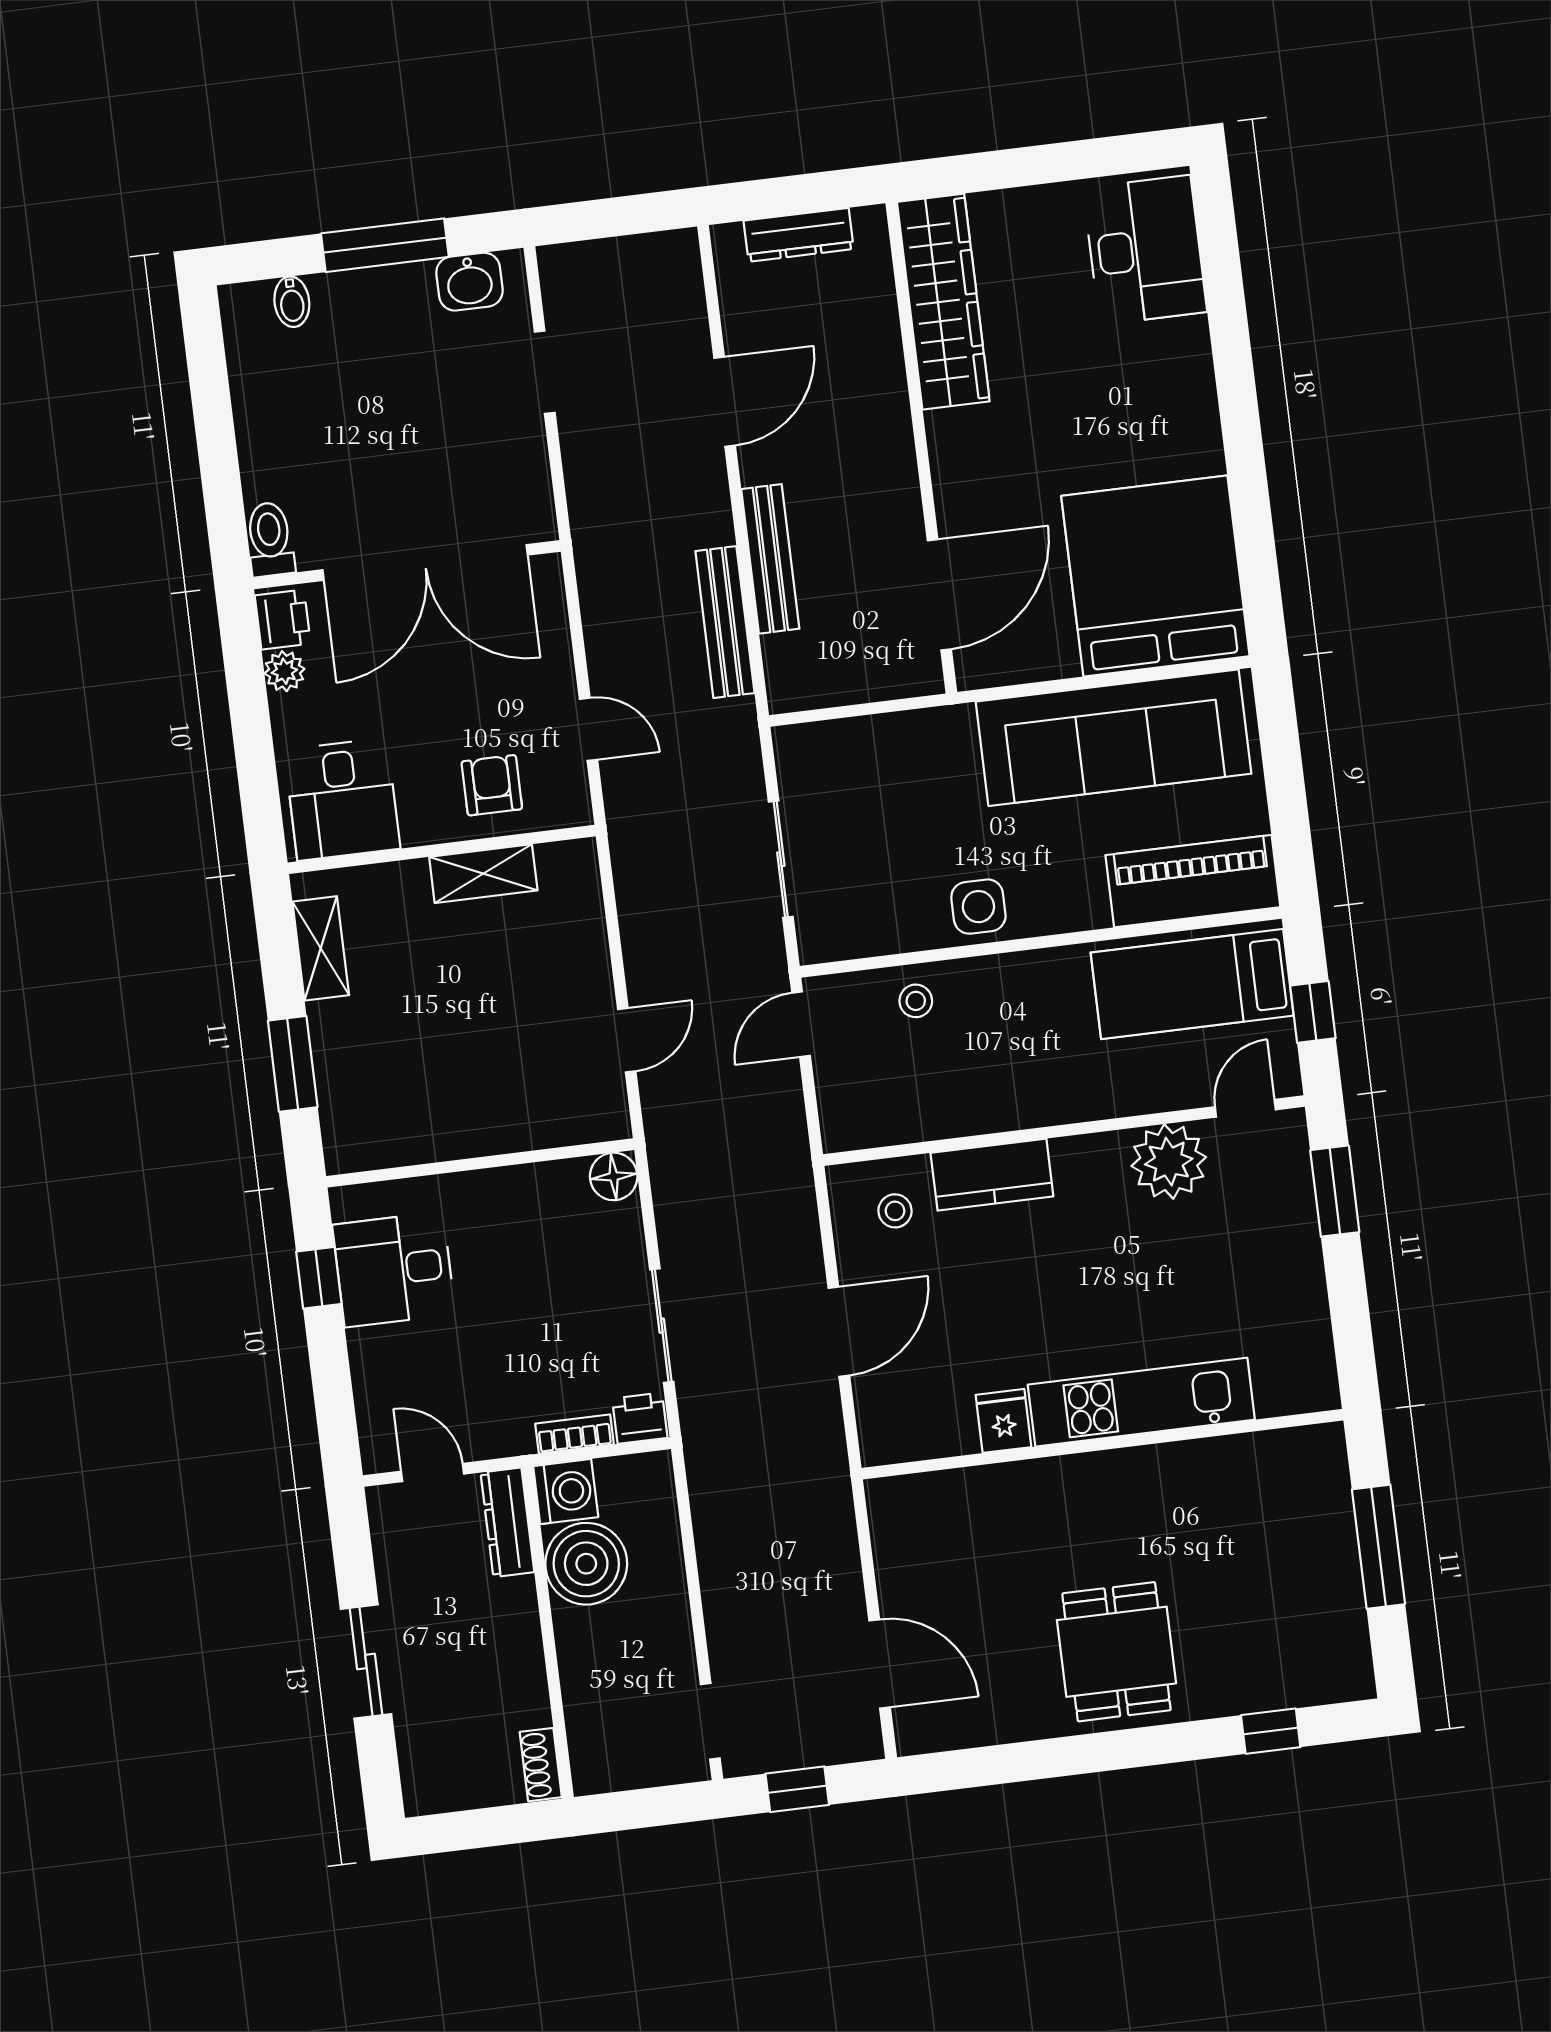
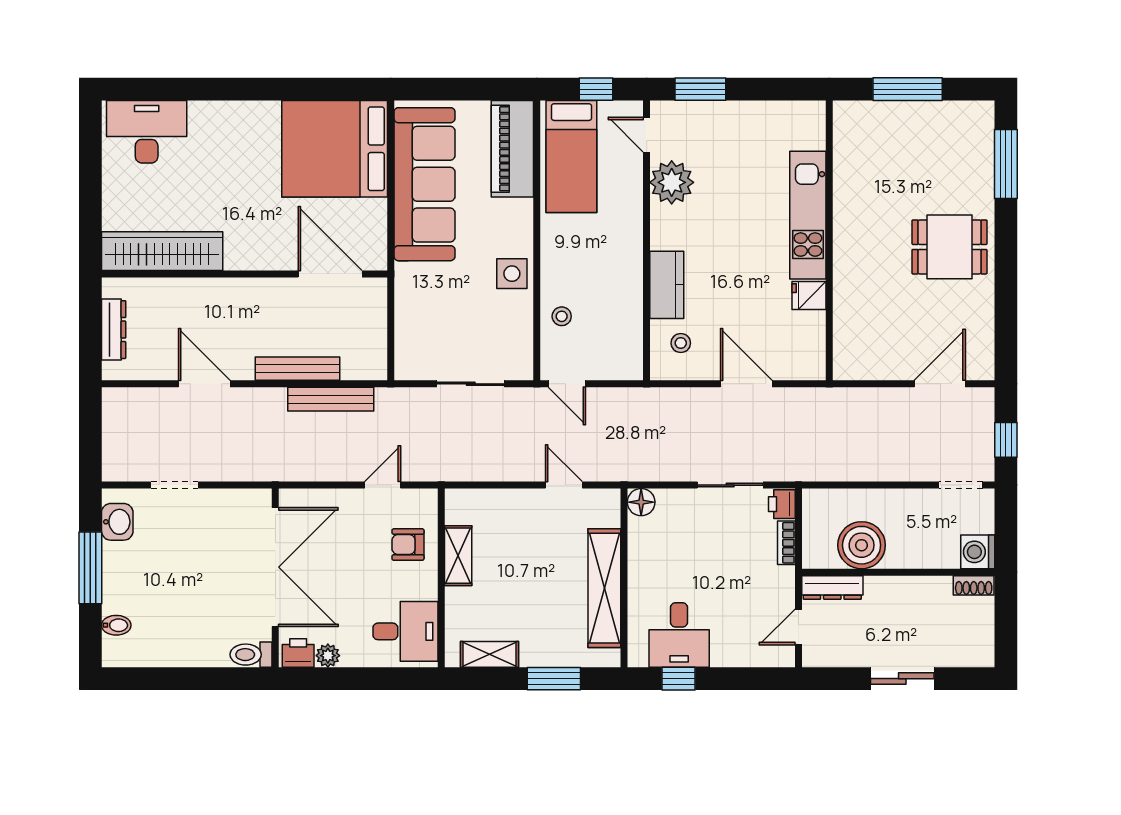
shelving: (458, 1132) -> (604, 588), added
washing machine: (566, 1492) -> (978, 552), moved, turned -90
window: (1271, 1731) -> (1006, 164), width x2.17

